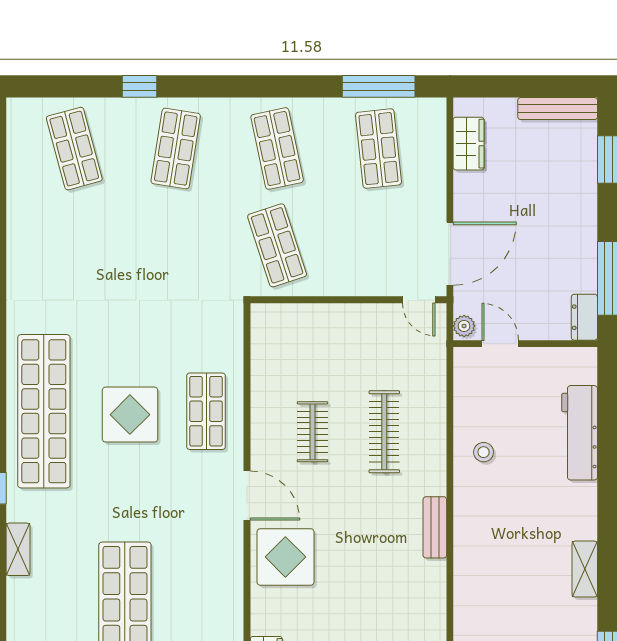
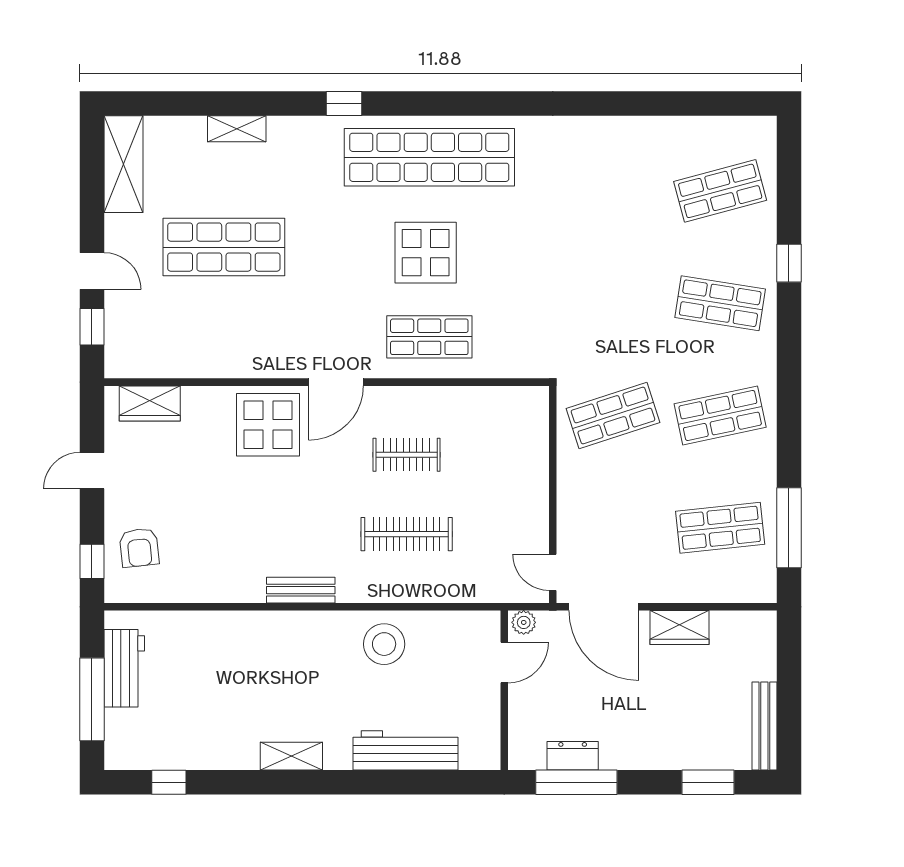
wardrobe: (469, 144) -> (680, 627), moved
door: (419, 300) -> (553, 572), hinge flipped
dresser: (584, 317) -> (573, 756), moved
stool: (484, 452) -> (384, 644), width x1.89, depth x1.89
shelving: (18, 549) -> (237, 129), moved
shelving: (585, 569) -> (291, 756), moved

